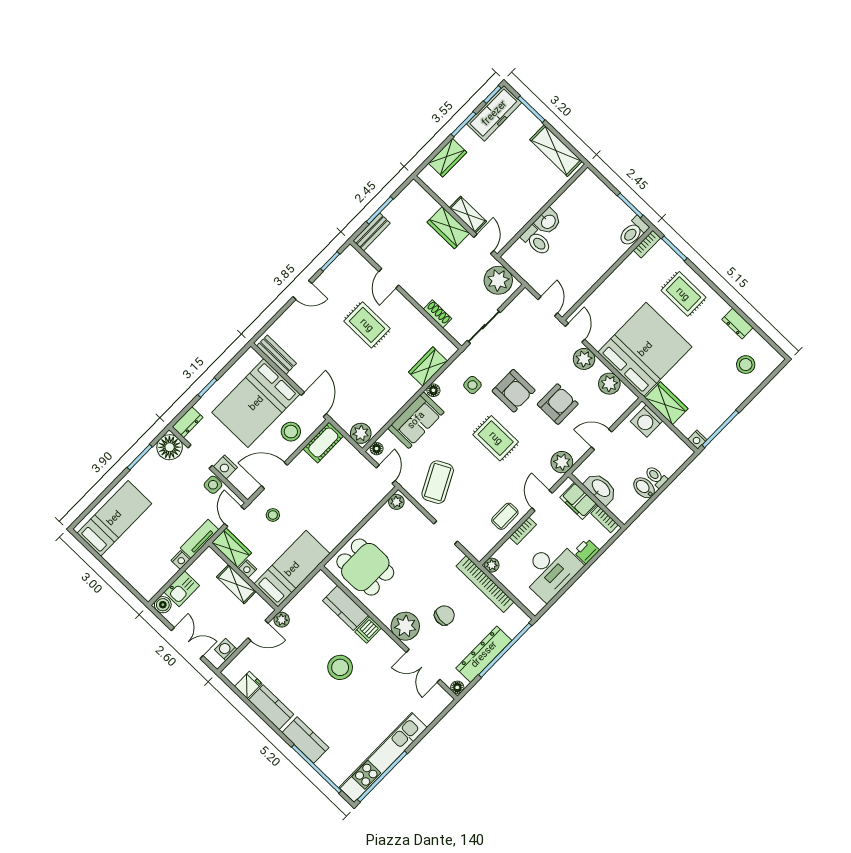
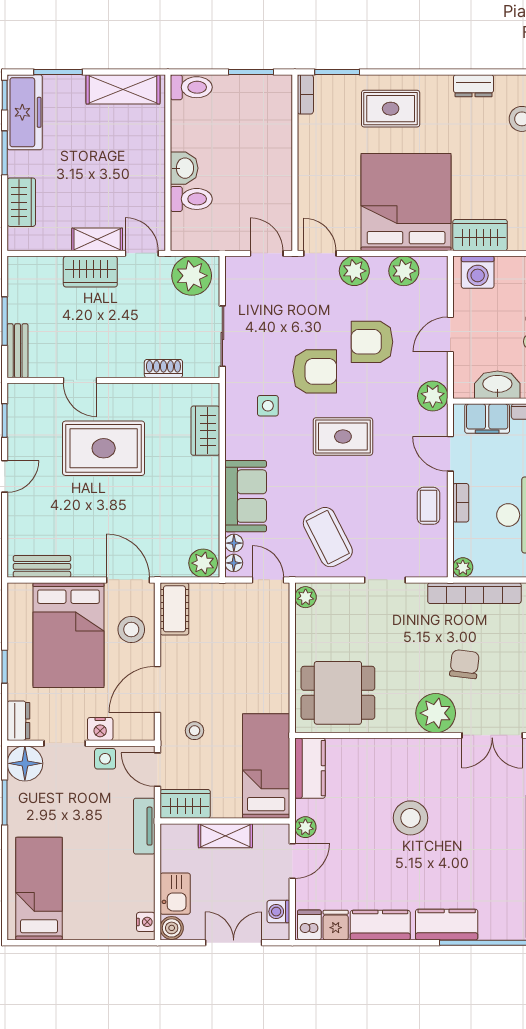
toilet: (633, 232) -> (191, 87), moved, turned -90
rug: (367, 325) -> (104, 448), width x1.36, depth x1.43
floor lamp: (433, 390) -> (234, 543), moved
armchair: (558, 404) -> (372, 342), turned -90
nightstand: (180, 560) -> (146, 922), moved
nightstand: (248, 569) -> (222, 809), removed
kitchen counter: (345, 608) -> (310, 768), moved, turned -90
dishwasher: (368, 630) -> (309, 925), moved, turned 180

